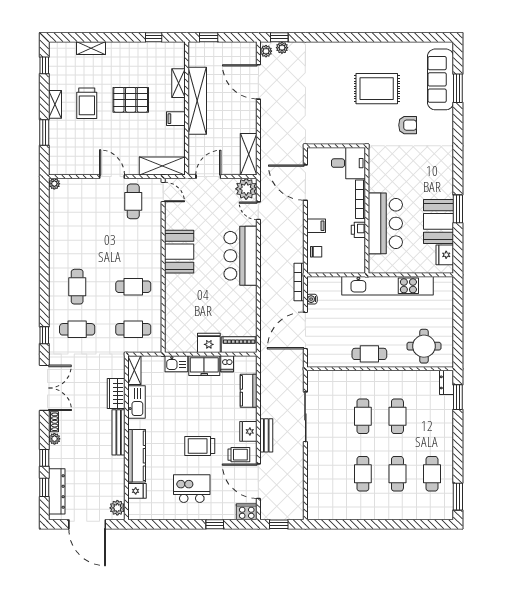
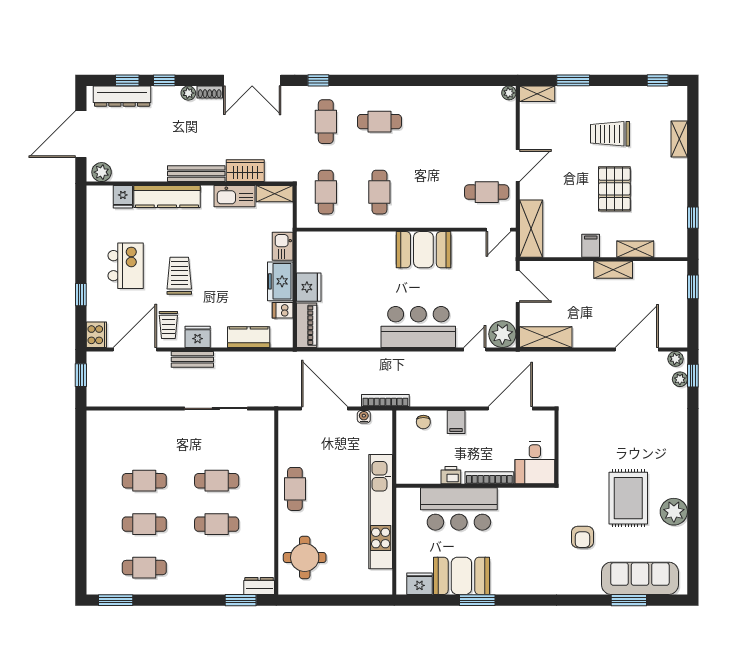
plant: (388, 52) -> (674, 512), added
shelving: (197, 101) -> (613, 270), width x0.45, depth x0.75
shelving: (55, 104) -> (537, 94), moved

